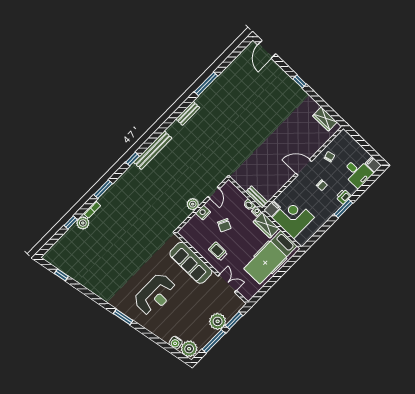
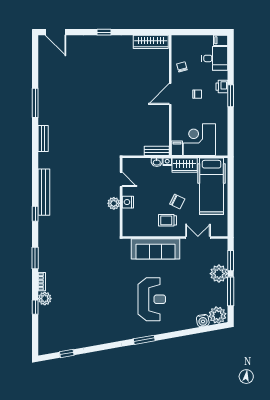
wardrobe: (325, 119) -> (151, 42), width x1.50
chair: (224, 225) -> (177, 202), moved

